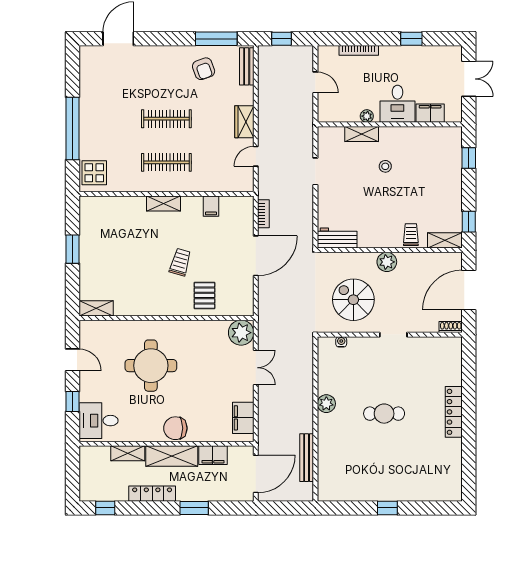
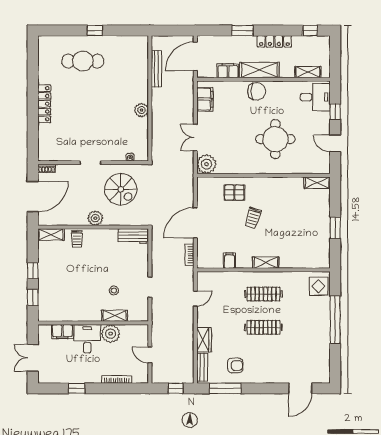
armchair: (204, 69) -> (235, 365), turned 110
plant: (367, 116) -> (111, 334), width x1.88, depth x1.88
wardrobe: (244, 122) -> (204, 340), moved
stool: (385, 166) -> (114, 291), moved
window: (469, 222) -> (33, 271), moved
pallet: (204, 295) -> (234, 193), turned 90
cafe table: (384, 414) -> (83, 61), moved, width x1.37, depth x1.35
shelving: (128, 453) -> (308, 72), moved

